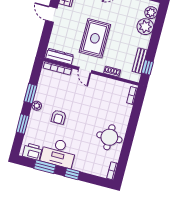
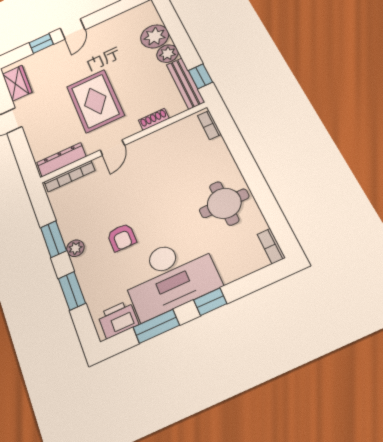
plant: (151, 13) -> (167, 54), moved
bench: (140, 61) -> (185, 83), width x1.36
door: (85, 70) -> (112, 148), hinge flipped
desk: (58, 153) -> (170, 276), width x1.36, depth x1.30

